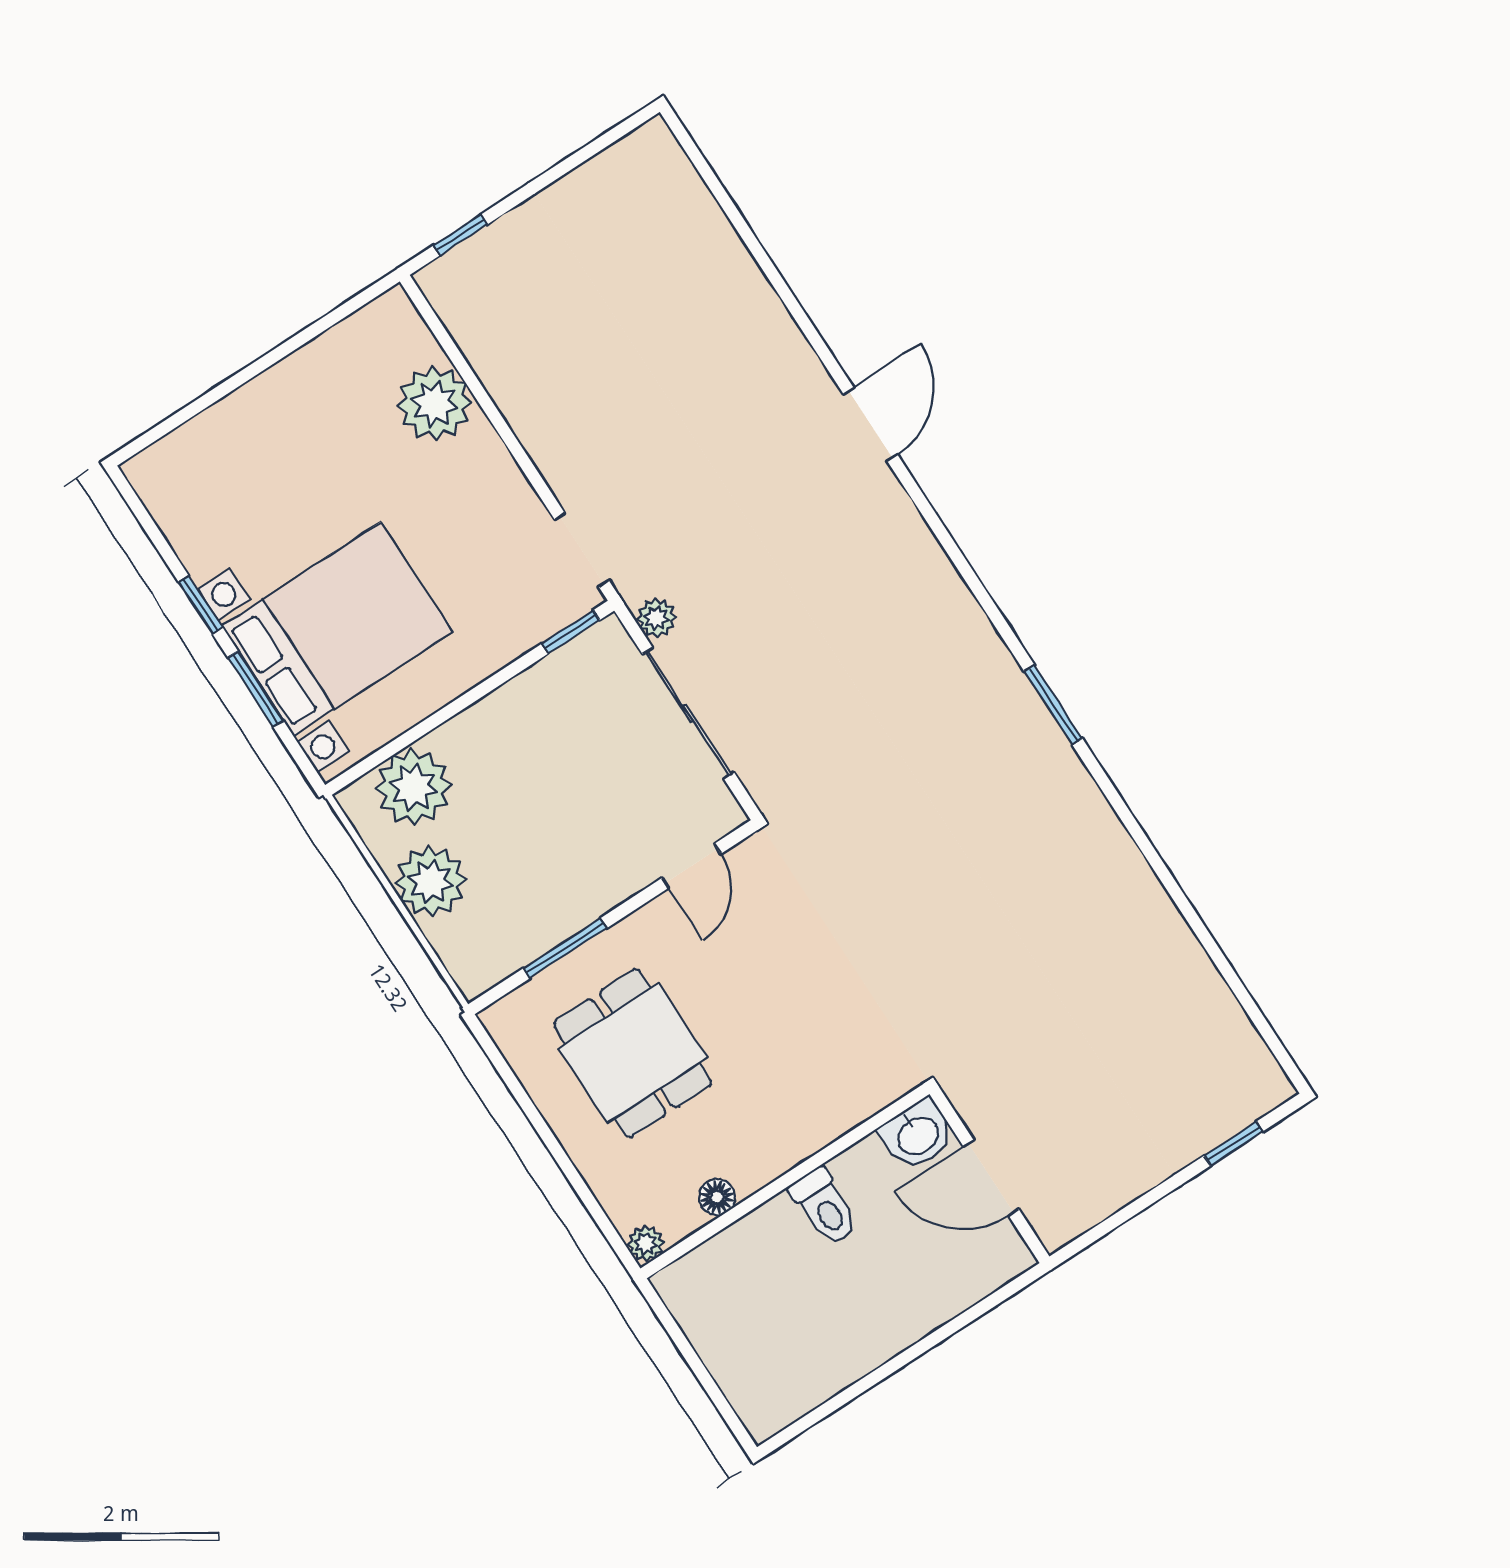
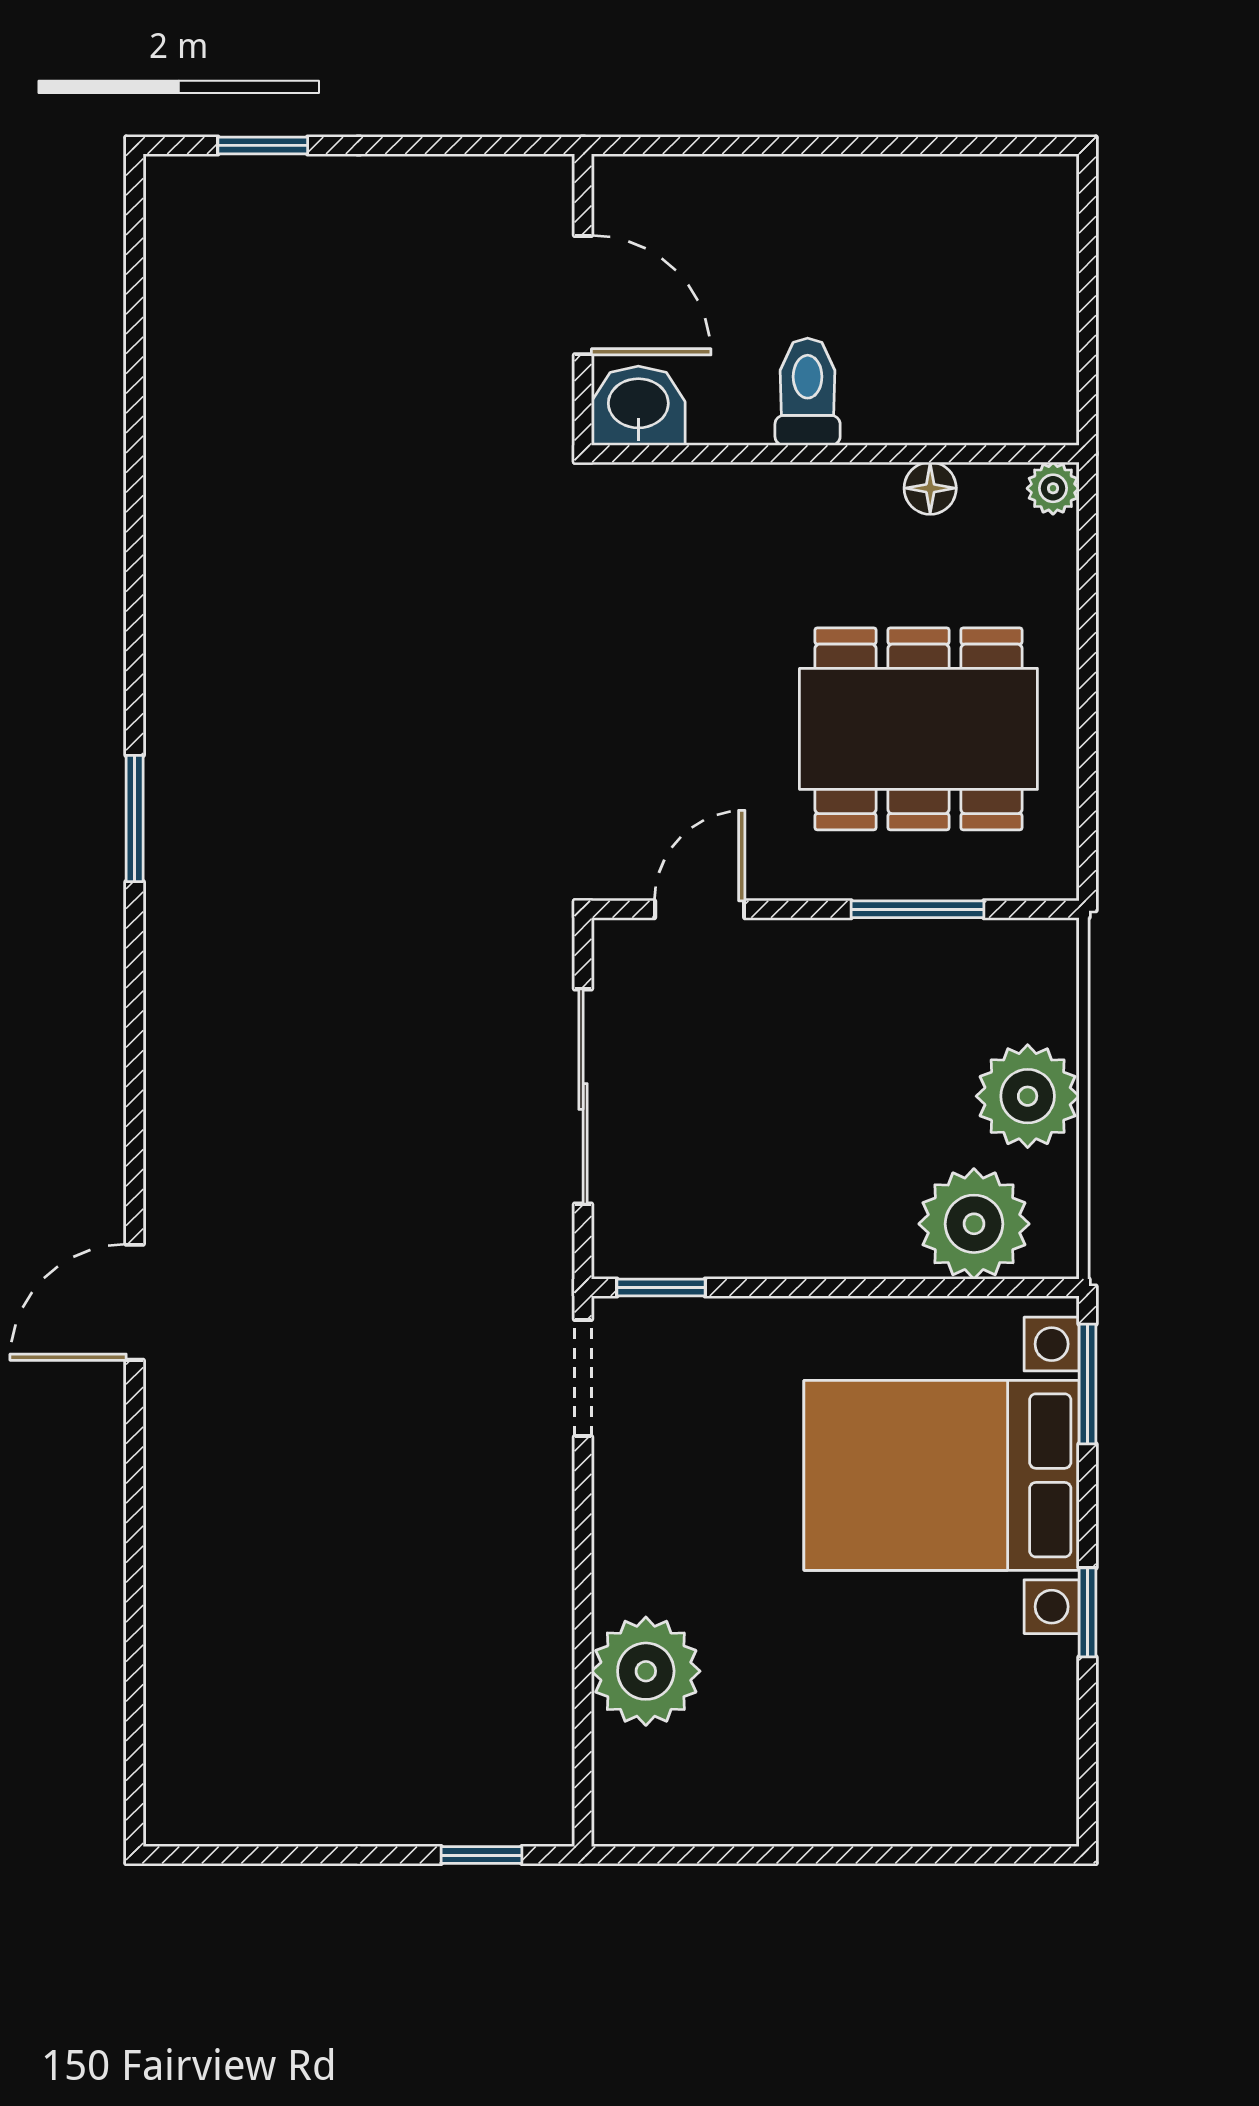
plant: (656, 618) -> (546, 1237), removed
window: (256, 689) -> (1088, 1384), moved
dining table: (633, 1053) -> (918, 729), width x1.38

